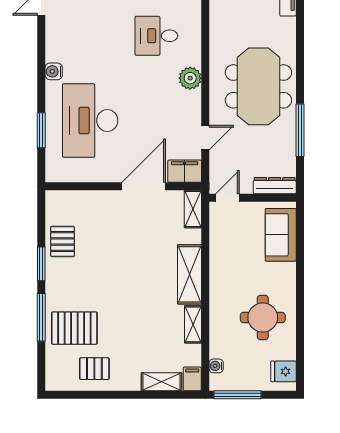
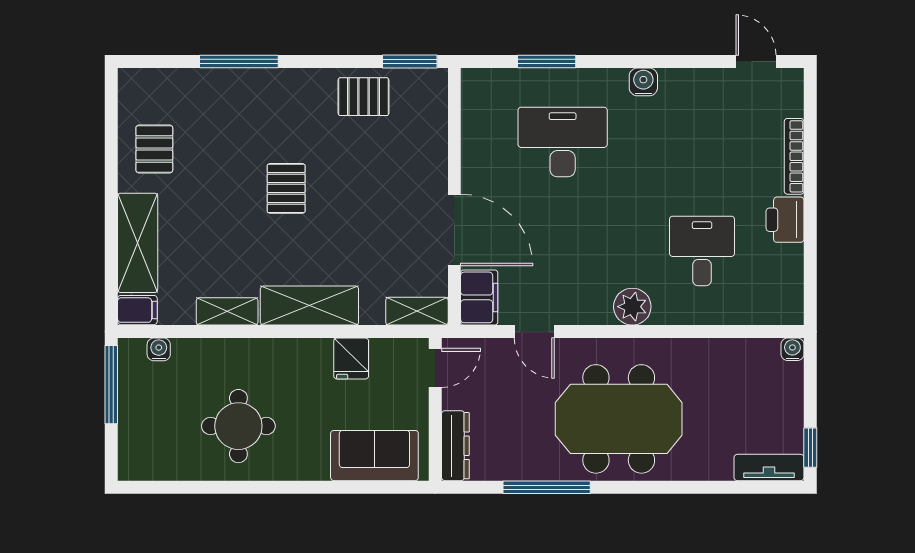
desk: (90, 120) -> (563, 142), width x0.73, depth x0.77
door: (227, 198) -> (435, 368), hinge flipped
window: (41, 264) -> (410, 61), moved
pallet: (74, 328) -> (286, 188), moved, width x0.67, depth x0.71
fridge: (284, 371) -> (351, 359), moved, turned 180
shelving: (162, 382) -> (138, 243), width x1.50, depth x1.33

